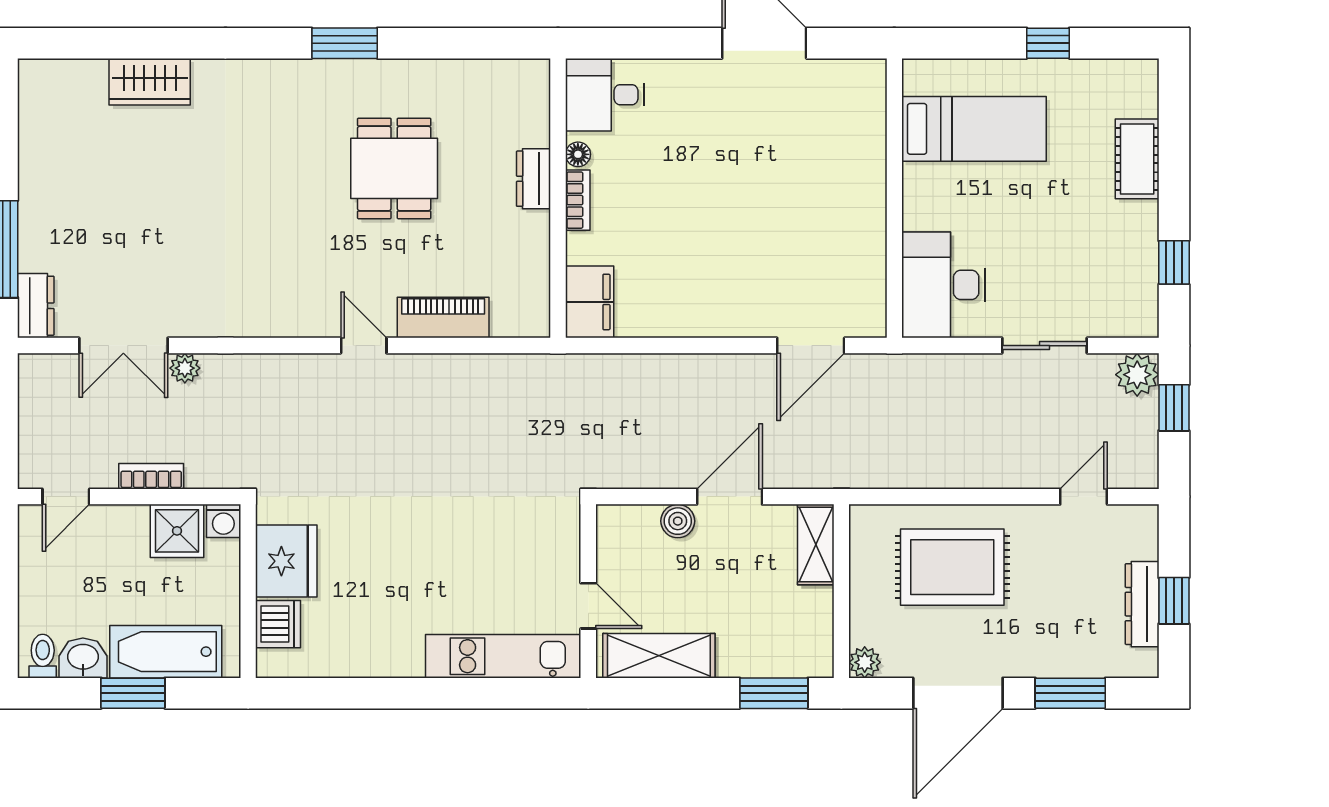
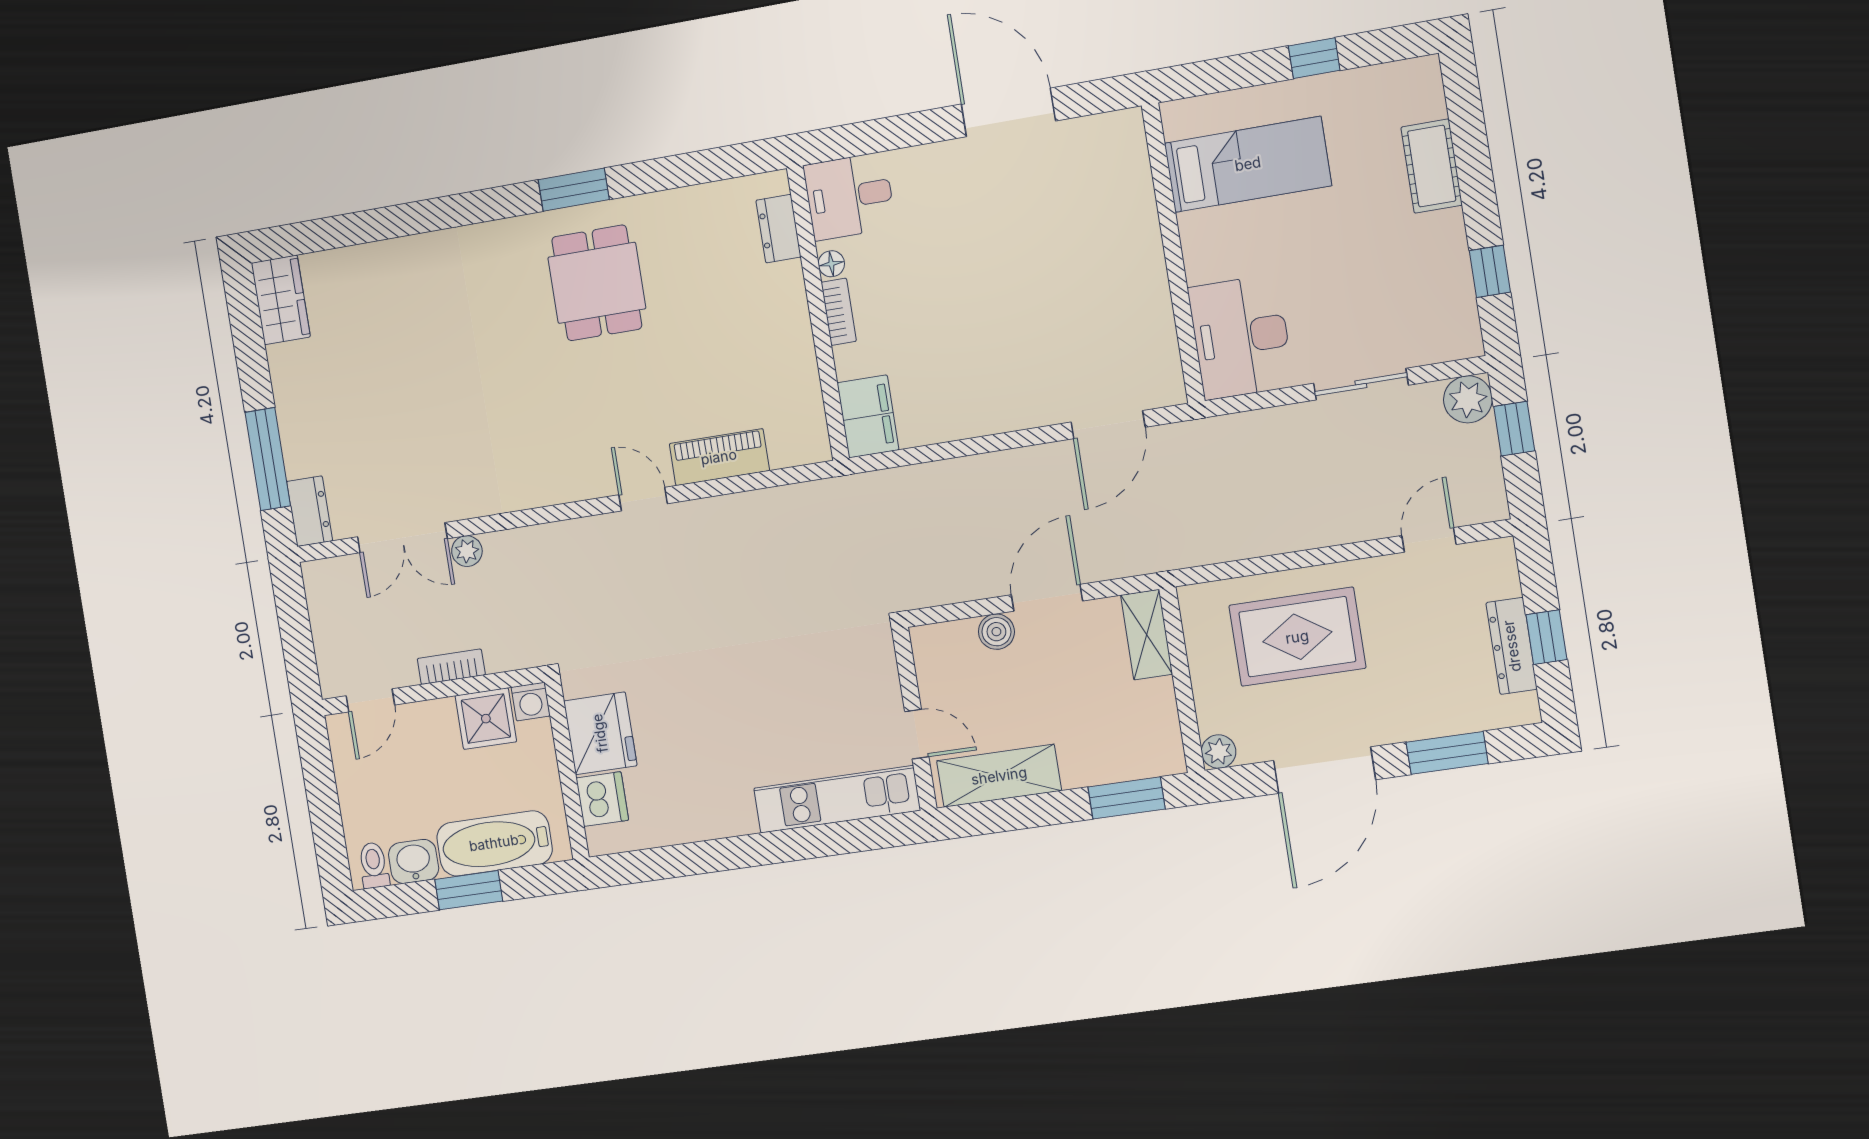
wardrobe: (150, 82) -> (281, 300), moved, turned -90
dining table: (394, 168) -> (597, 283), moved
dresser: (533, 179) -> (778, 229), moved

